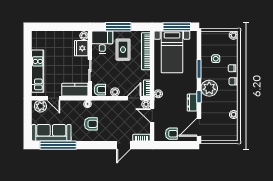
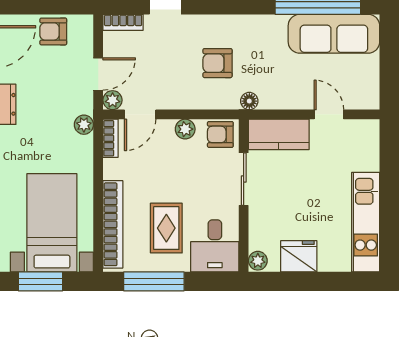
window: (118, 27) -> (154, 281), moved
window: (177, 27) -> (40, 281), width x0.69
fridge: (81, 48) -> (299, 256), moved, turned -90
kitchen unit: (38, 71) -> (366, 222), moved
plant: (40, 106) -> (359, 96), removed
door: (152, 116) -> (98, 74), hinge flipped
armchair: (91, 124) -> (218, 63), moved

